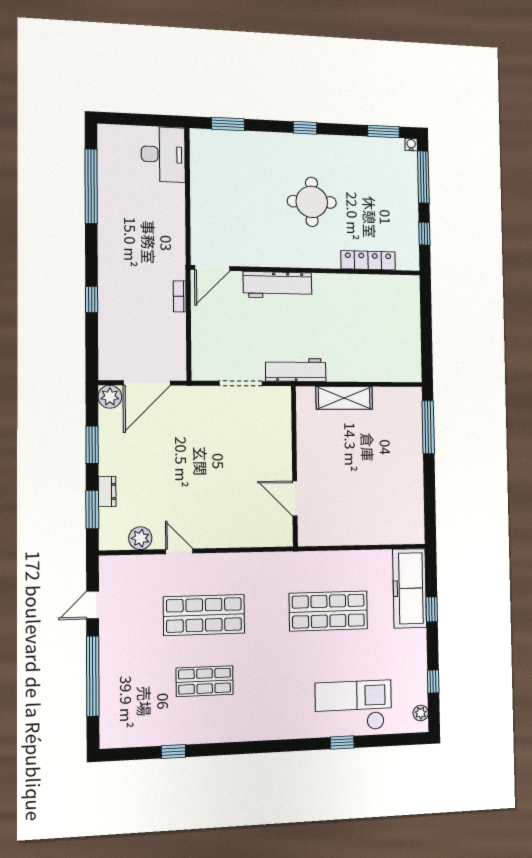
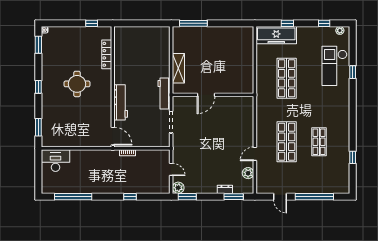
window: (423, 177) -> (62, 23), removed
door: (147, 383) -> (171, 169), width x0.53
window: (92, 445) -> (187, 197), moved
door: (295, 499) -> (206, 95), moved

